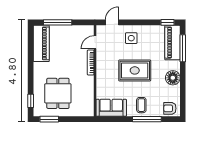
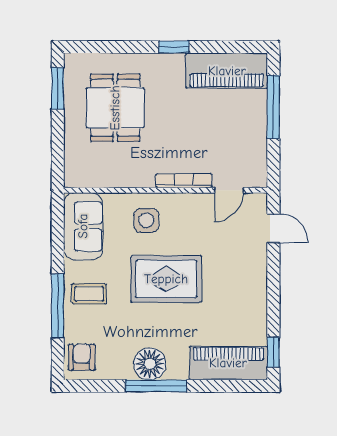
side table: (131, 38) -> (146, 220), moved
door: (95, 42) -> (229, 190), swing flipped
window: (183, 48) -> (156, 386), moved
rug: (135, 70) -> (166, 279), turned 90
dining table: (58, 93) -> (115, 108), turned 90
window: (31, 101) -> (174, 47), moved

